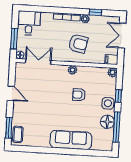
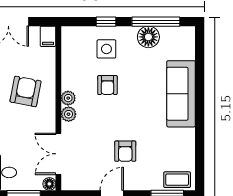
plant: (112, 72) -> (69, 114), moved
armchair: (37, 103) -> (125, 151), added
side table: (108, 103) -> (106, 49), moved

